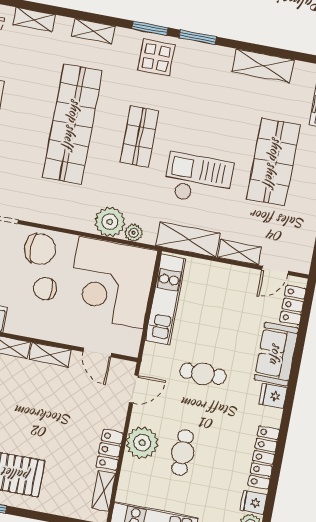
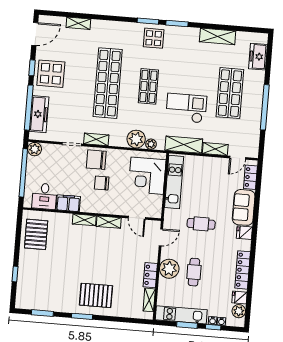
shelving: (93, 31) -> (96, 139), moved
chair: (40, 249) -> (96, 160), turned 180
corner desk: (111, 283) -> (147, 176), width x0.74, depth x0.74

